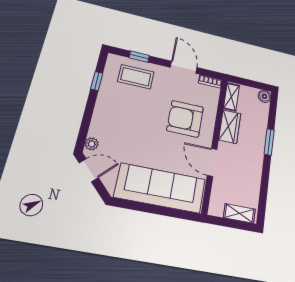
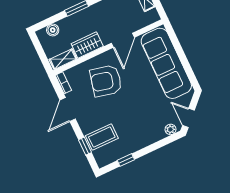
coffee table: (136, 77) -> (102, 137), turned 90
boiler: (264, 96) -> (53, 30), moved
armchair: (185, 119) -> (106, 81), turned 103

